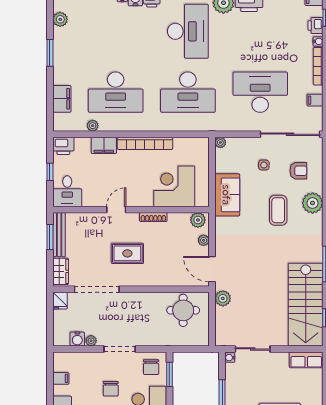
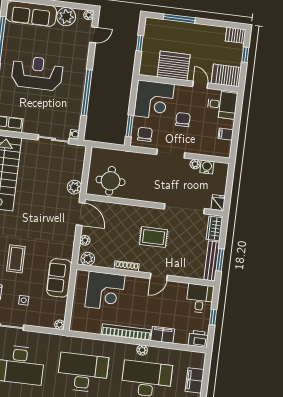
plant: (93, 126) -> (142, 350), moved

